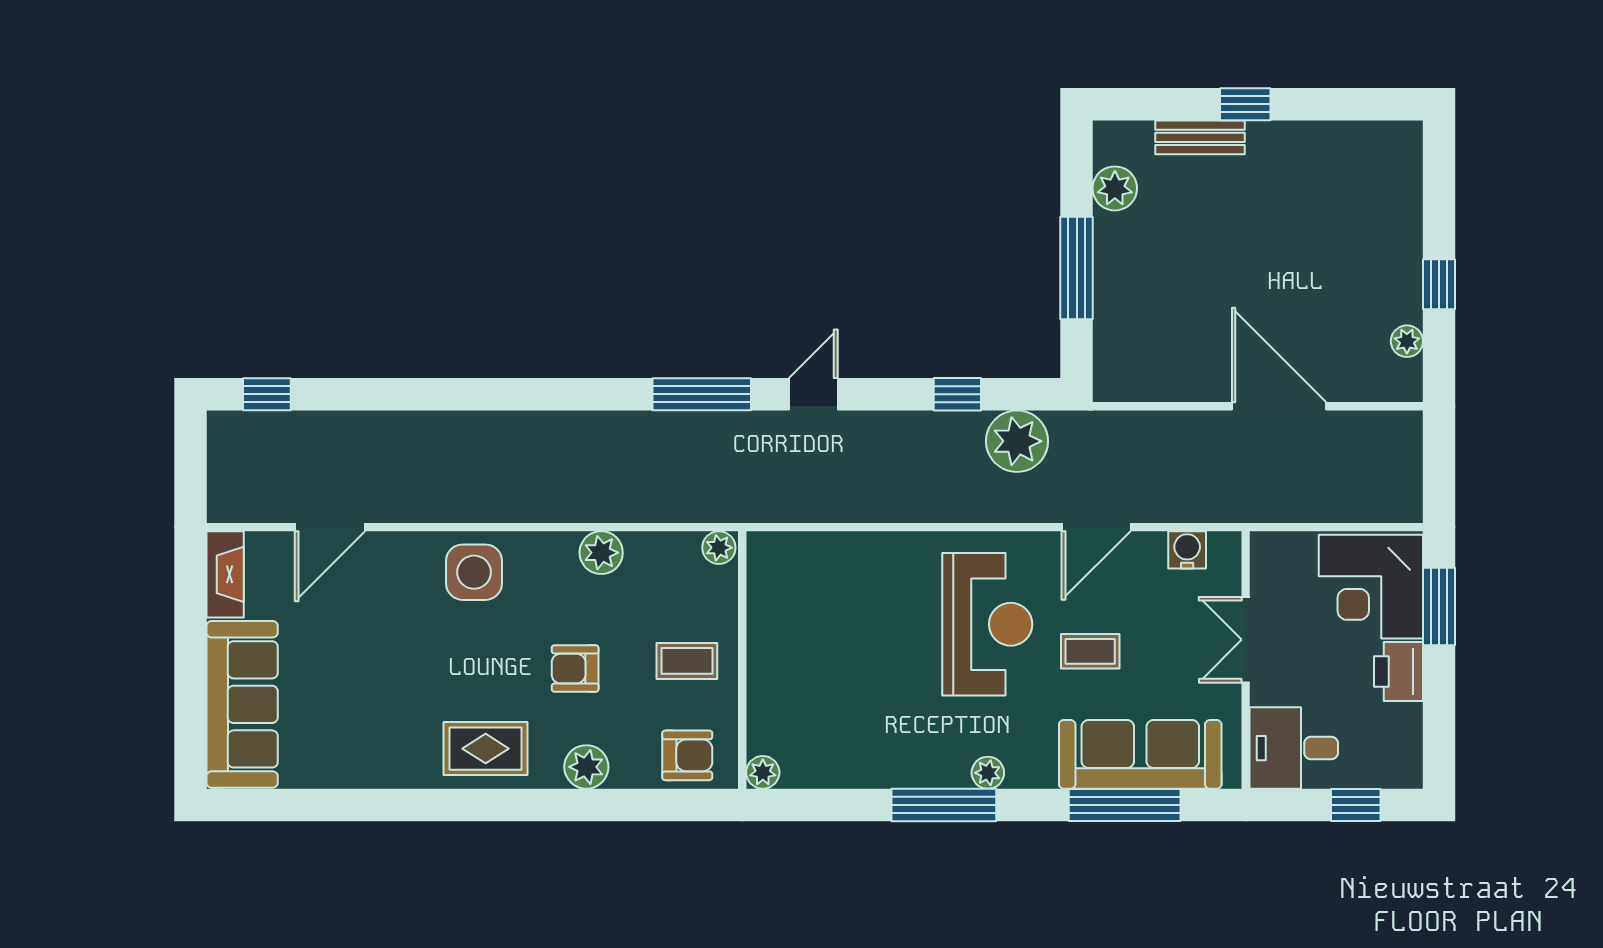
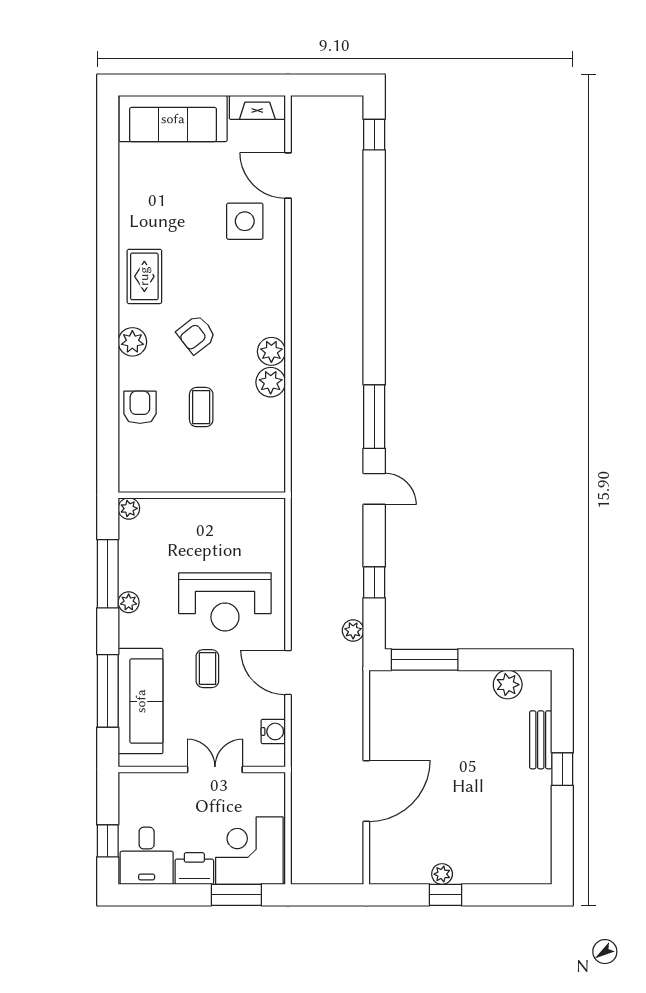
window: (1077, 268) -> (425, 660), moved
plant: (1407, 341) -> (442, 874), moved
plant: (1017, 441) -> (353, 630), width x0.53, depth x0.53
plant: (719, 548) -> (271, 382), moved, width x1.38, depth x1.38
side table: (474, 572) -> (245, 221), moved
wall: (742, 660) -> (202, 495), moved
armchair: (575, 669) -> (196, 335), turned -128
desk: (1294, 748) -> (147, 856), moved, turned 180
armchair: (687, 755) -> (140, 407), turned 180
plant: (763, 772) -> (129, 508), moved

